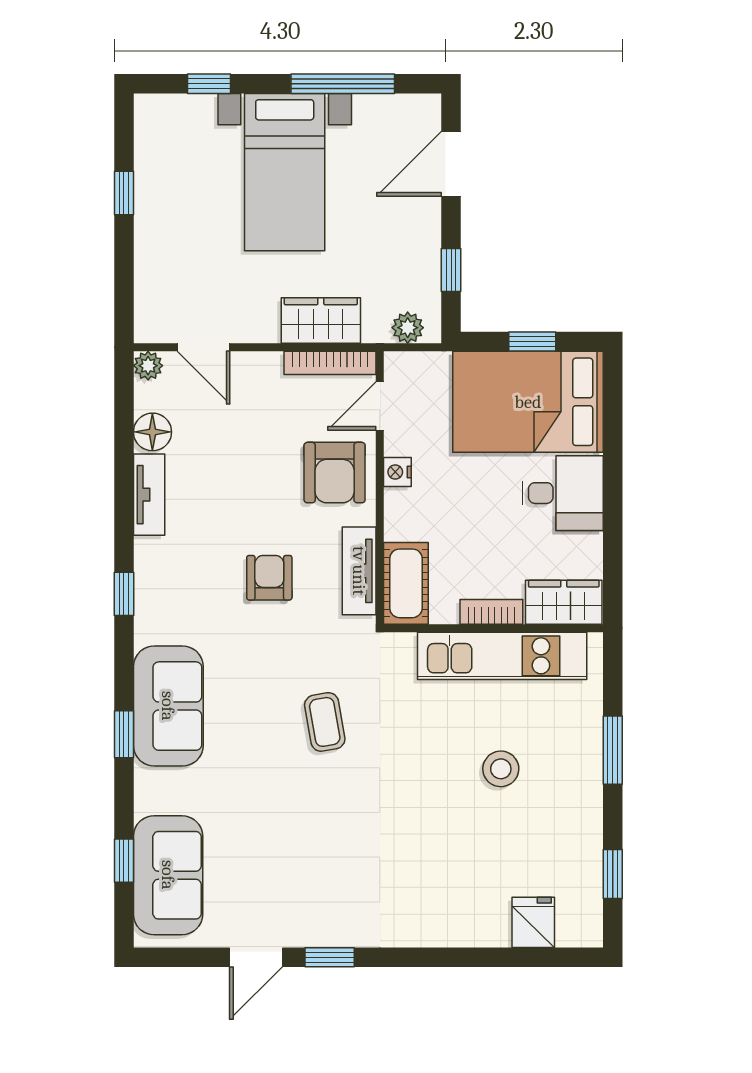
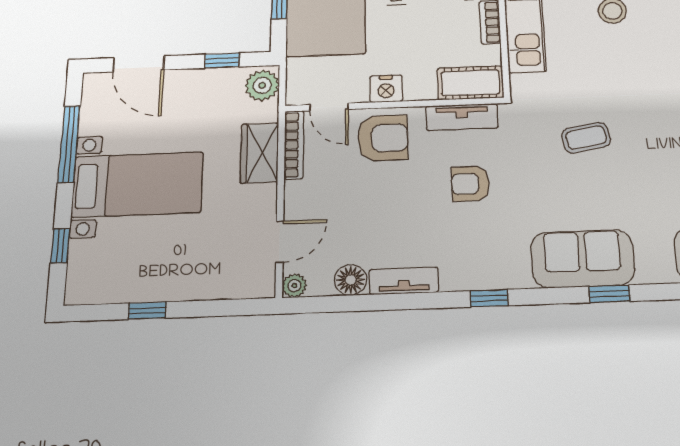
plant: (408, 328) -> (262, 85), width x1.38, depth x1.38
nightstand: (397, 472) -> (386, 89), width x1.39, depth x1.35

